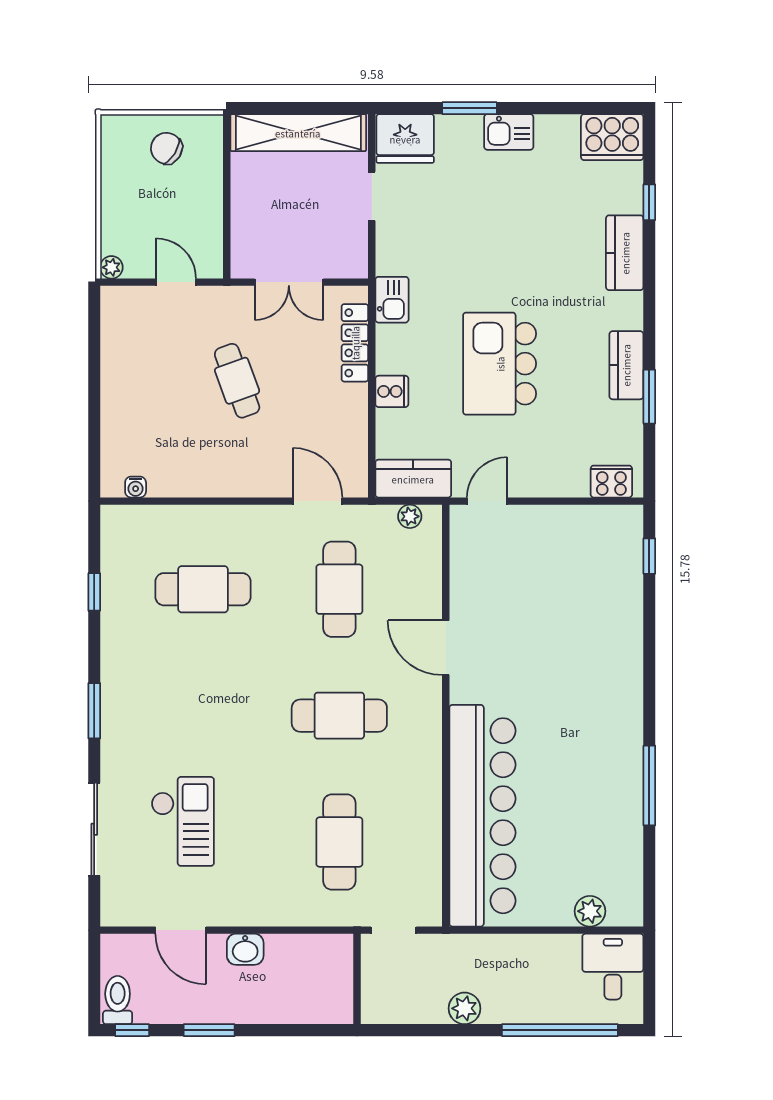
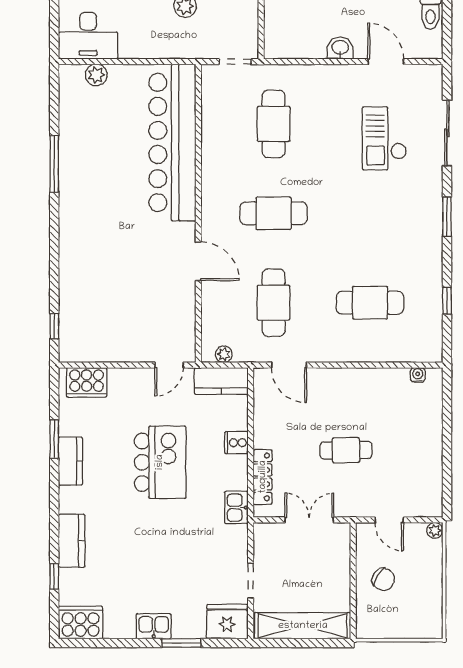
chair: (166, 148) -> (383, 579), moved
cafe table: (237, 381) -> (346, 450), turned -71
cooker: (611, 482) -> (87, 382), width x1.37, depth x1.31
desk: (613, 967) -> (88, 36), width x1.37

